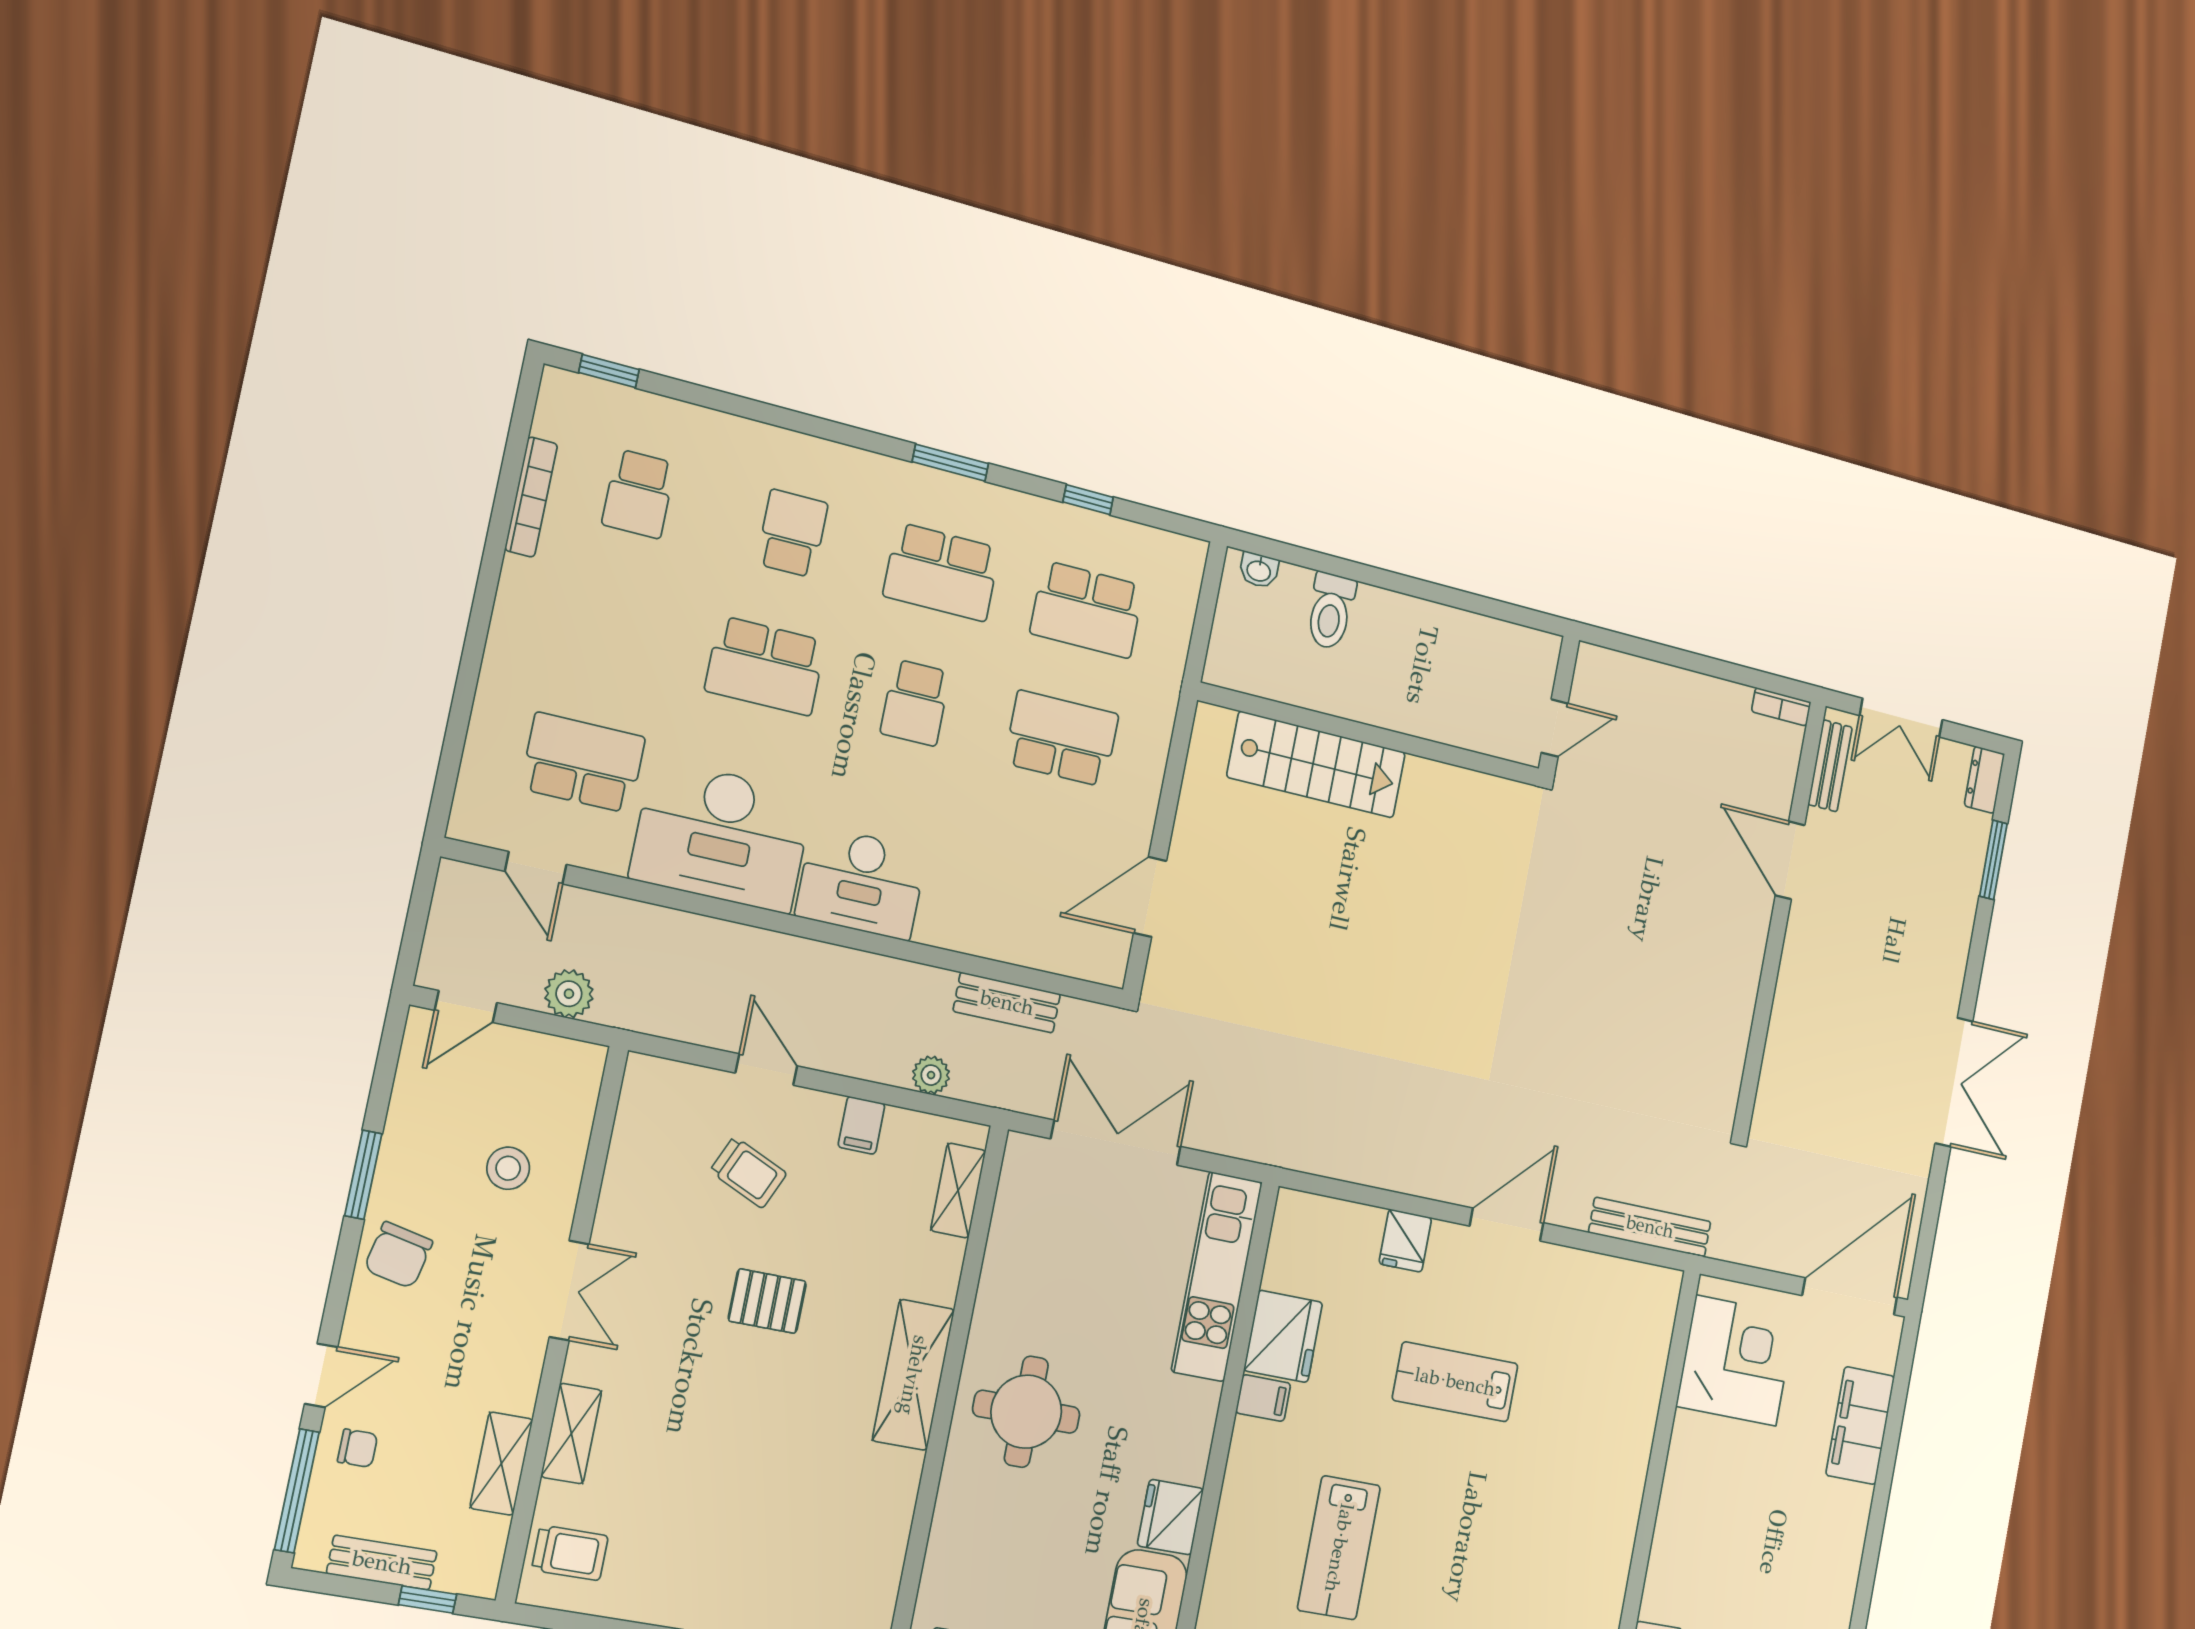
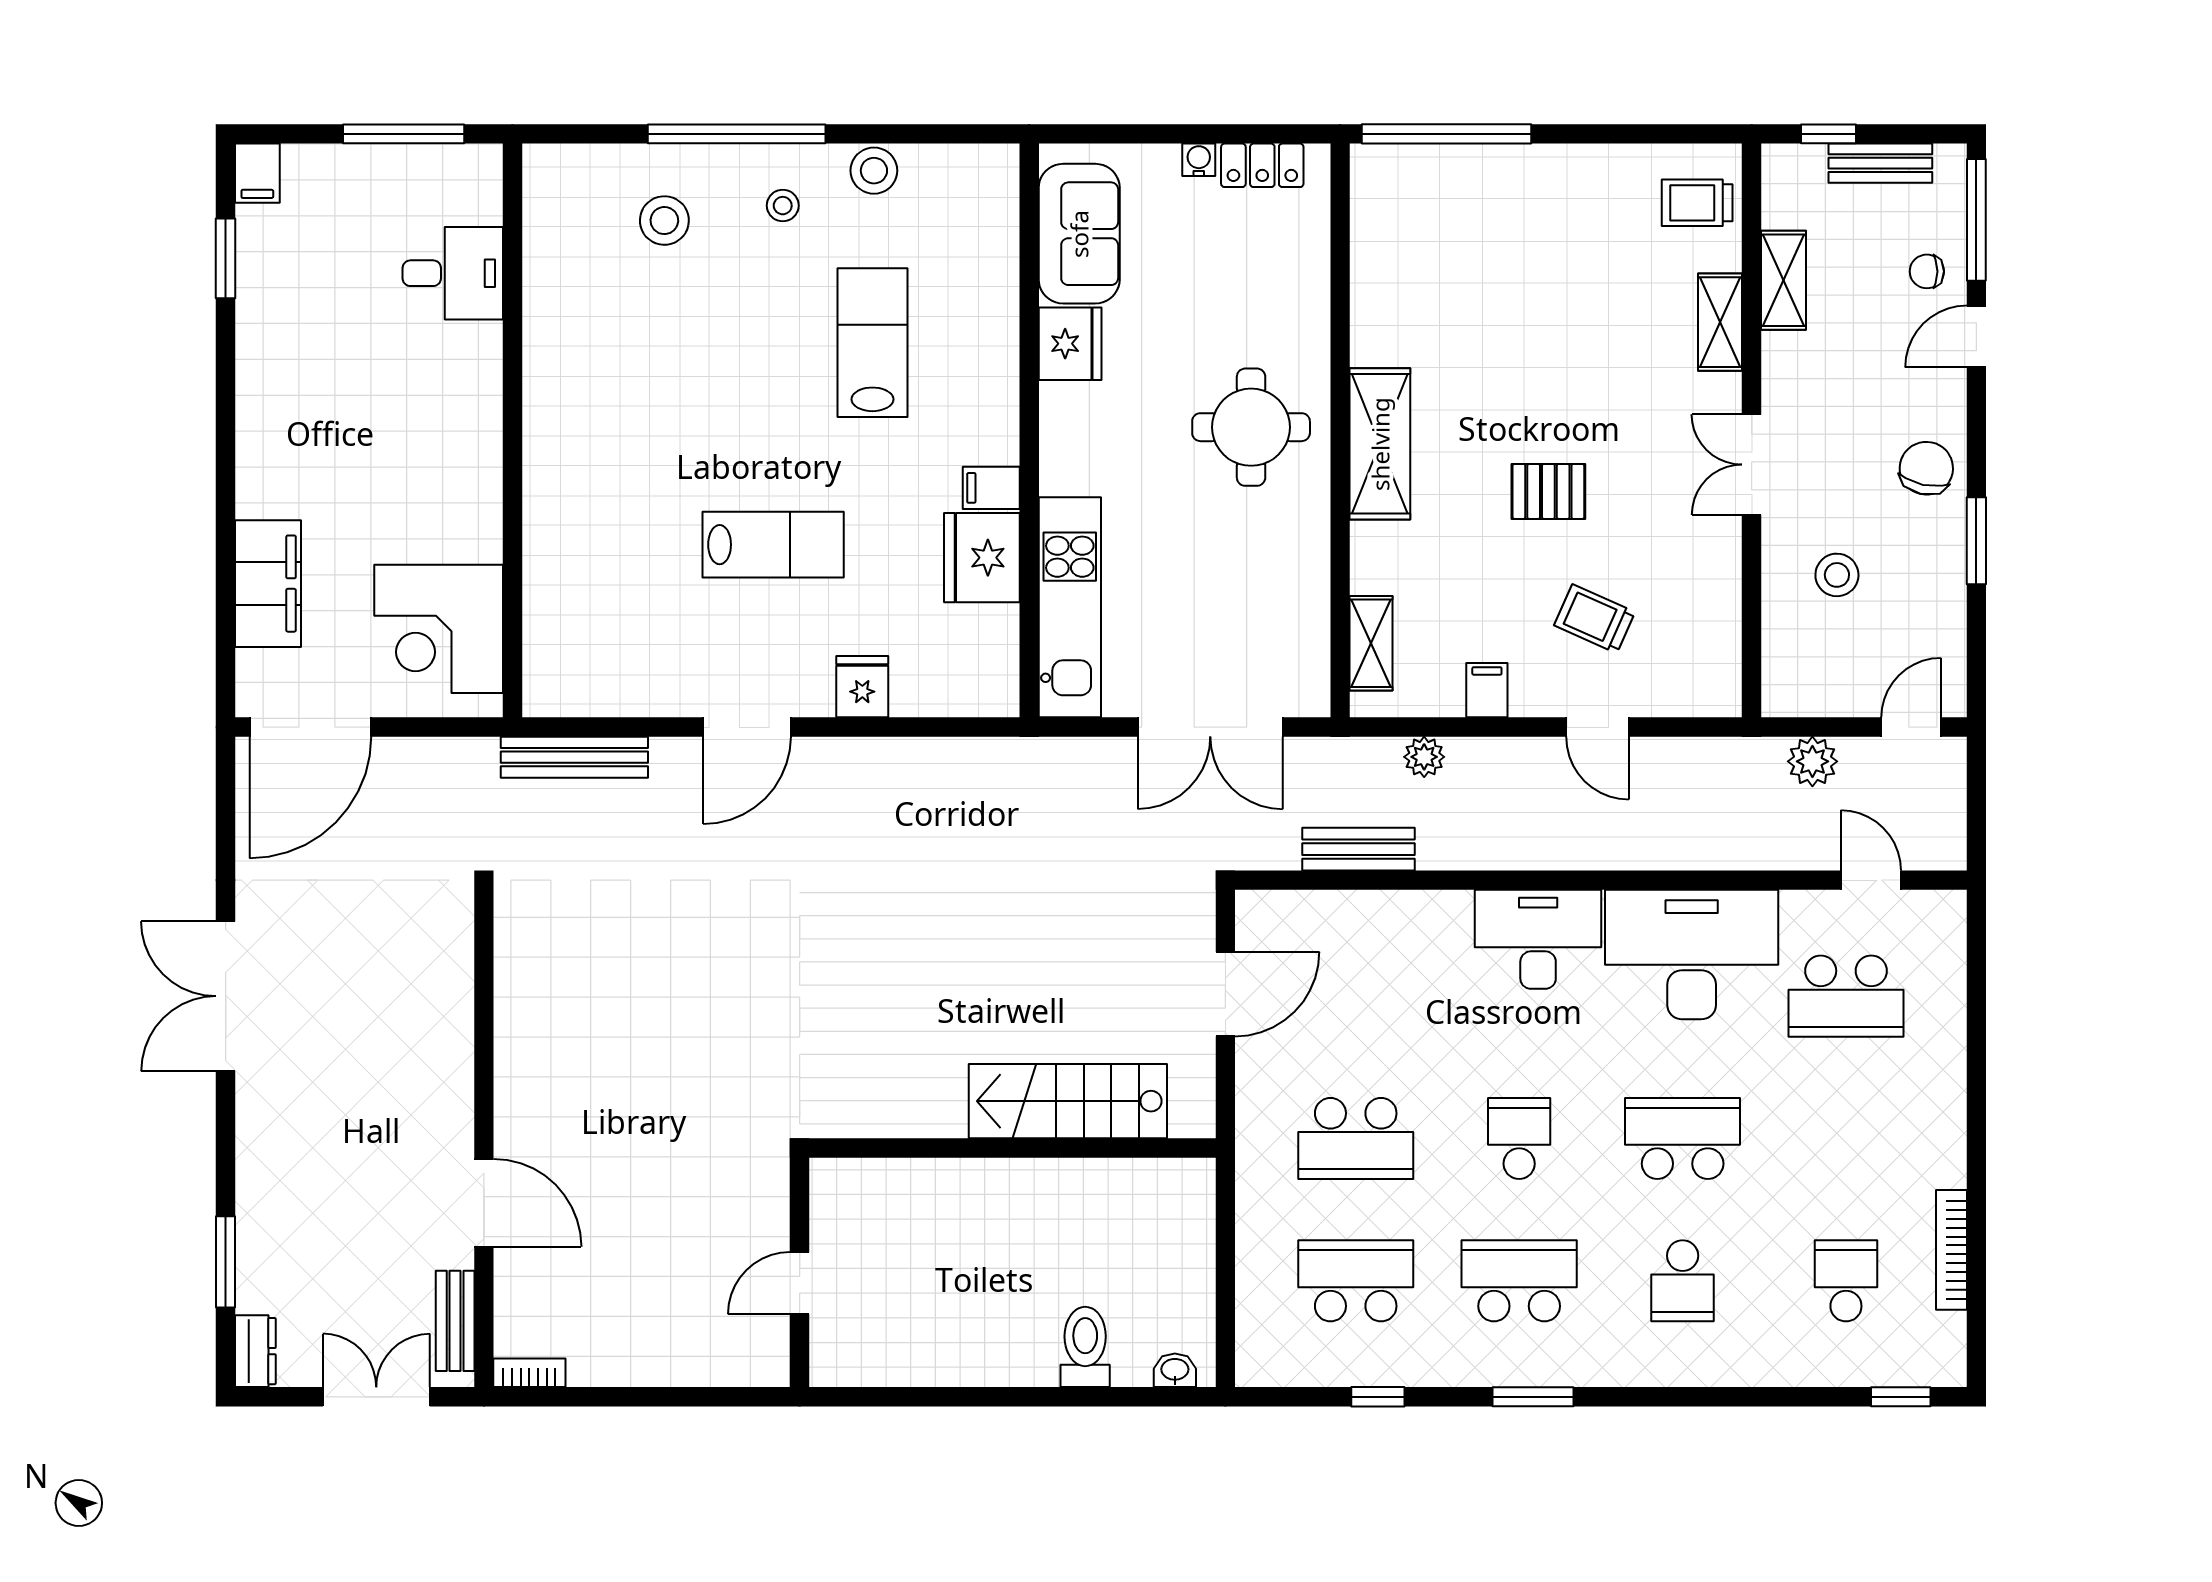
wall: (1371, 735) -> (1012, 1148), moved
stairs: (1316, 765) -> (1068, 1101), moved

